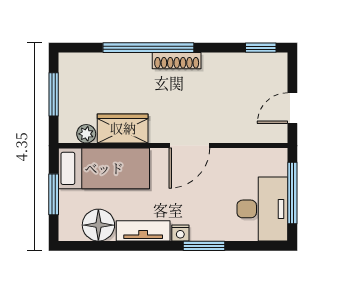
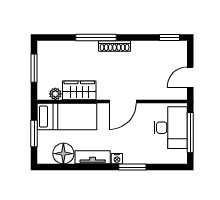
window: (148, 48) -> (96, 38), width x0.68
desk: (262, 209) -> (171, 128), moved

